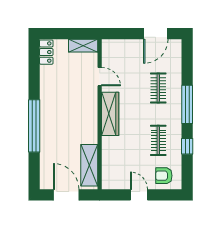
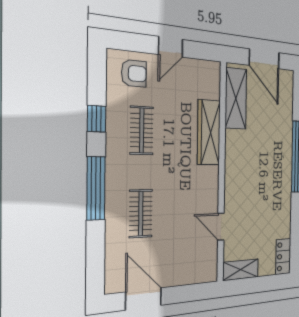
door: (156, 34) -> (144, 299), hinge flipped
wardrobe: (110, 114) -> (209, 132), moved
door: (139, 195) -> (171, 47), hinge flipped

